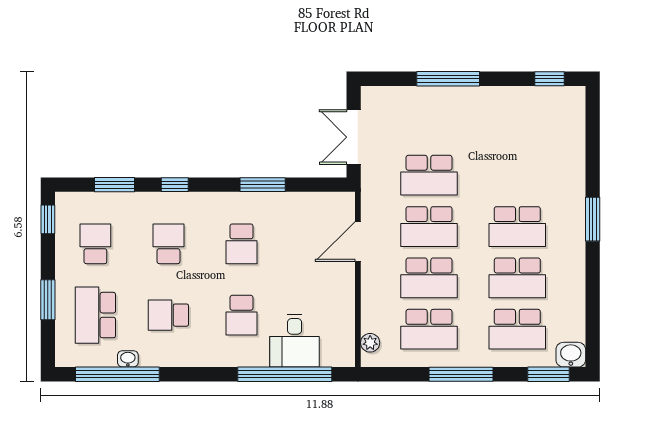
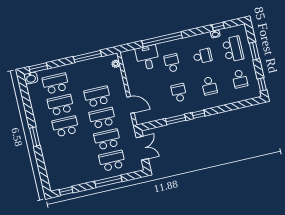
window: (114, 185) -> (237, 105), removed
window: (175, 185) -> (199, 114), moved
door: (358, 241) -> (131, 105), hinge flipped
school desk: (429, 329) -> (112, 161), moved
window: (117, 374) -> (218, 27), width x0.32
window: (285, 374) -> (162, 39), moved
window: (461, 374) -> (87, 56), moved

